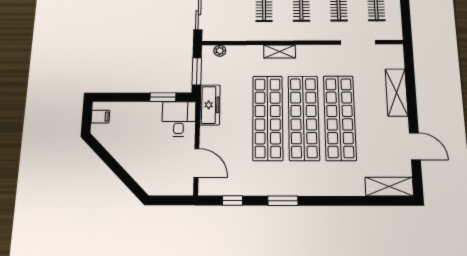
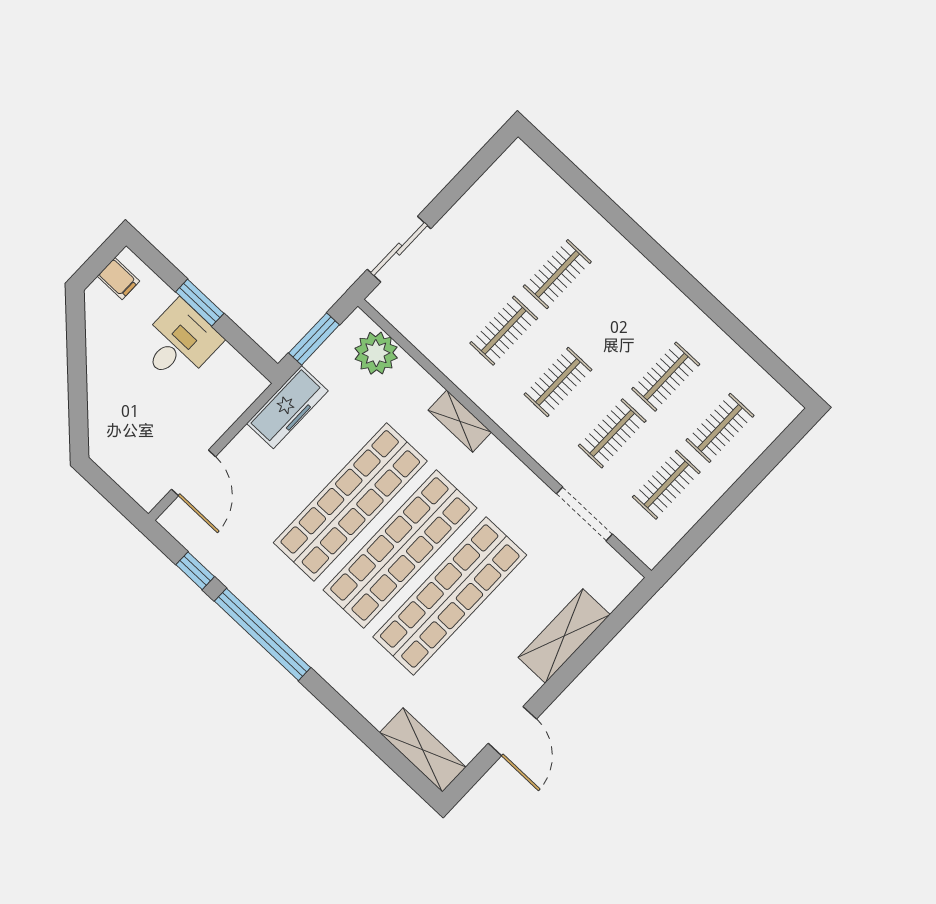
plant: (220, 51) -> (376, 353), width x1.87, depth x1.87
window: (163, 97) -> (200, 303), moved
desk: (179, 119) -> (179, 343), moved
window: (283, 201) -> (263, 634), width x2.11

